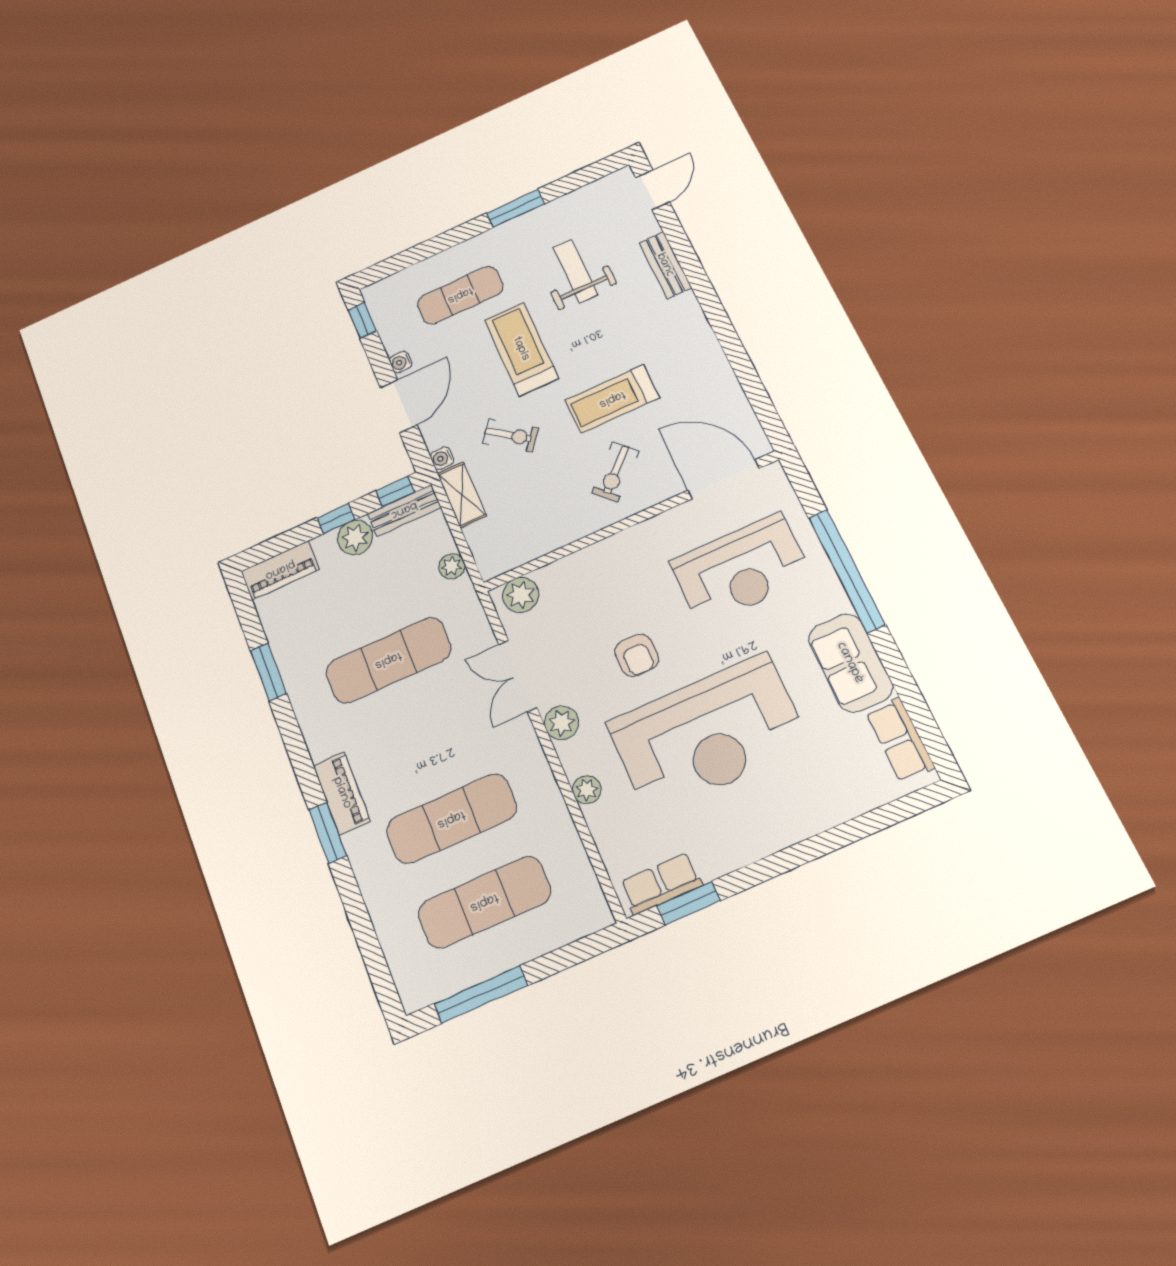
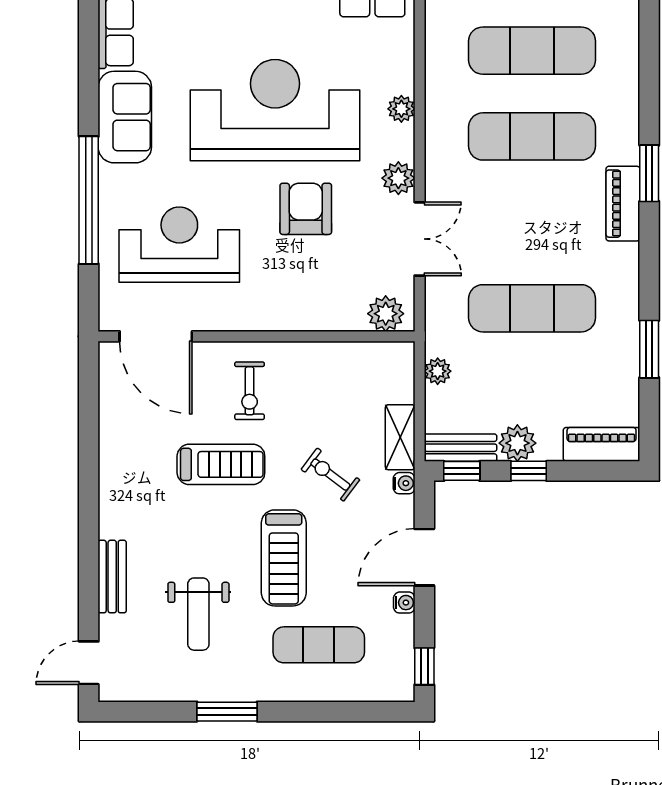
exercise bike: (615, 472) -> (250, 391), turned 135
armchair: (637, 655) -> (306, 209), width x1.38, depth x1.38

